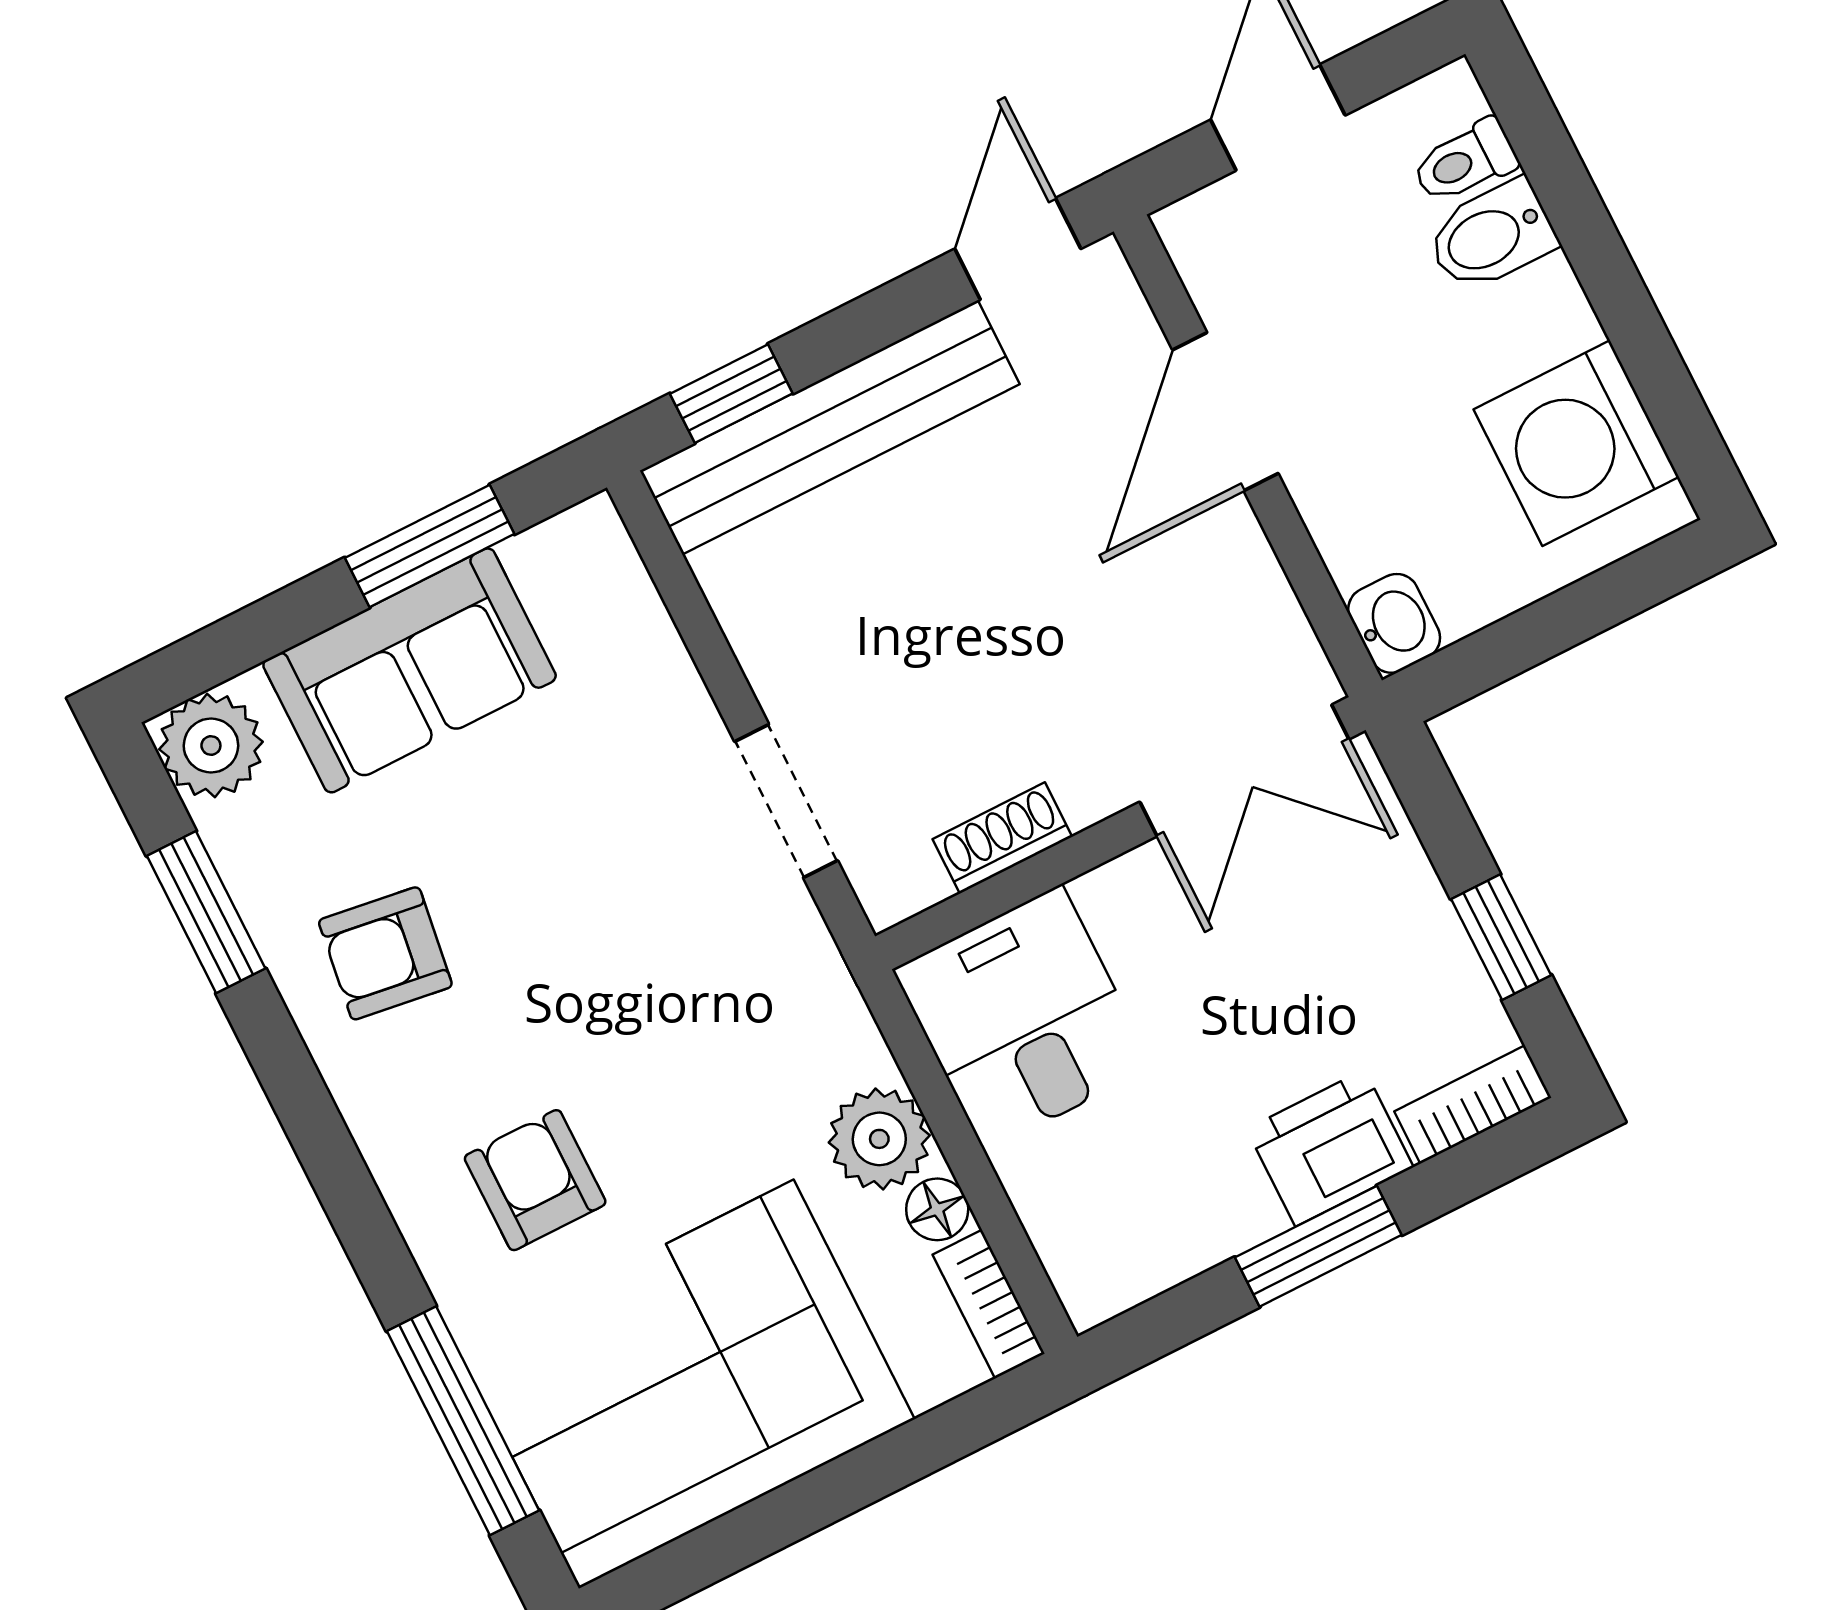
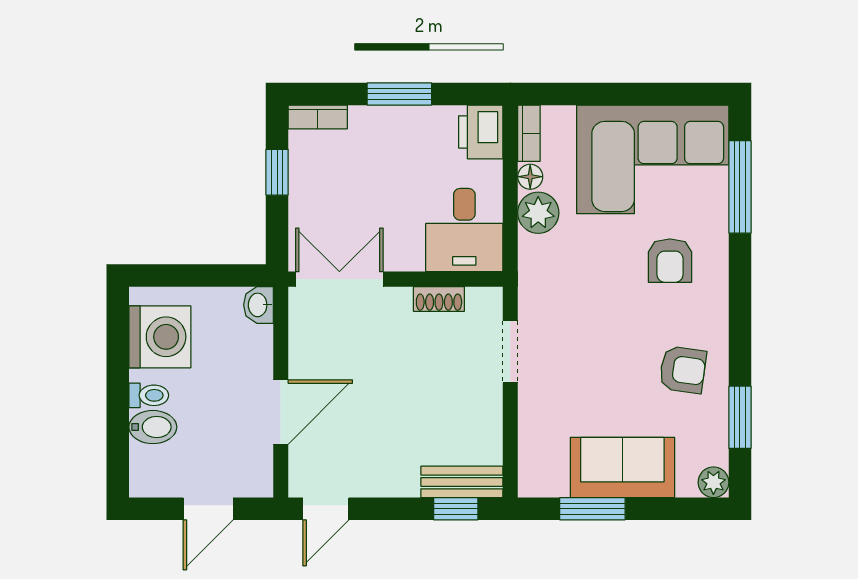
toilet: (1465, 162) -> (149, 395), moved
bench: (830, 427) -> (462, 482), width x0.54, depth x0.82
plant: (211, 746) -> (713, 482), width x0.73, depth x0.73
printer: (1330, 1148) -> (481, 132), moved, turned 90

